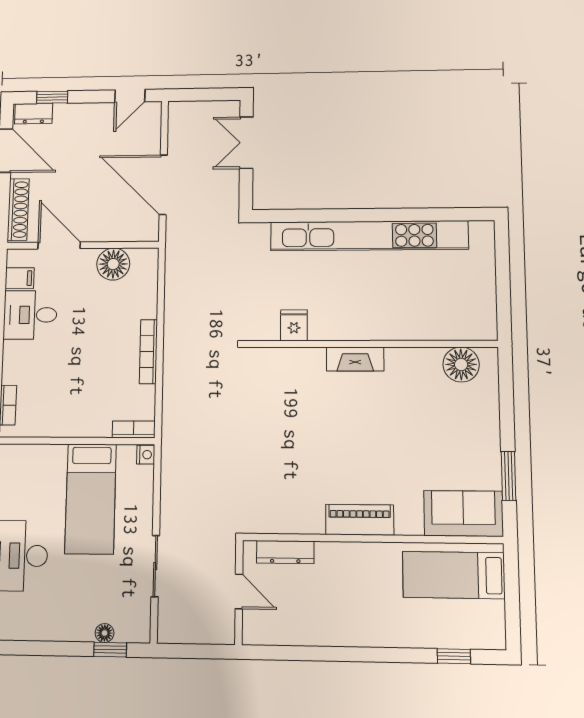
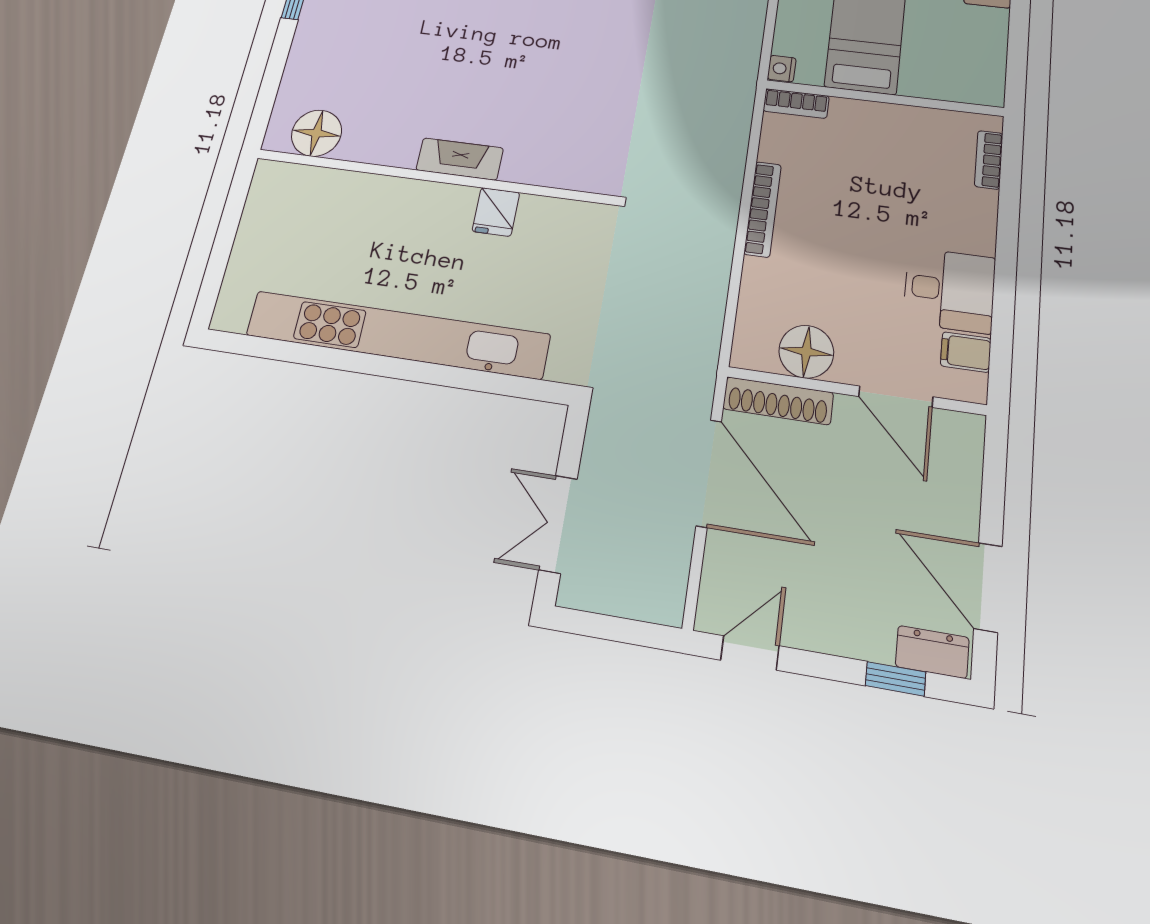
double door: (246, 143) -> (558, 524), swing flipped
shoe rack: (18, 210) -> (778, 401), moved, turned -90
fridge: (294, 325) -> (496, 212), moved

